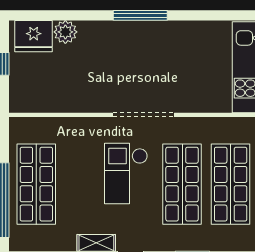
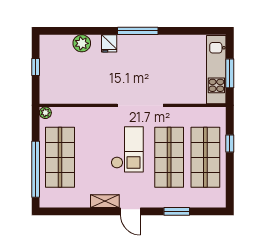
fridge: (34, 36) -> (109, 43), moved, width x0.53, depth x0.75
plant: (17, 125) -> (45, 113), added
checkout: (126, 174) -> (127, 149), turned 180

